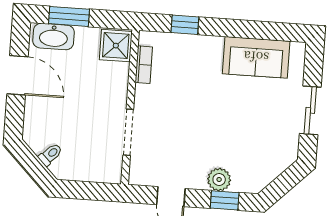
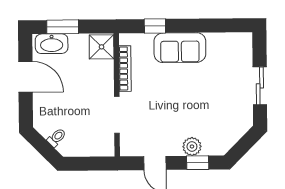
sofa: (256, 57) -> (180, 48), moved
bookcase: (144, 65) -> (125, 69), width x1.56

